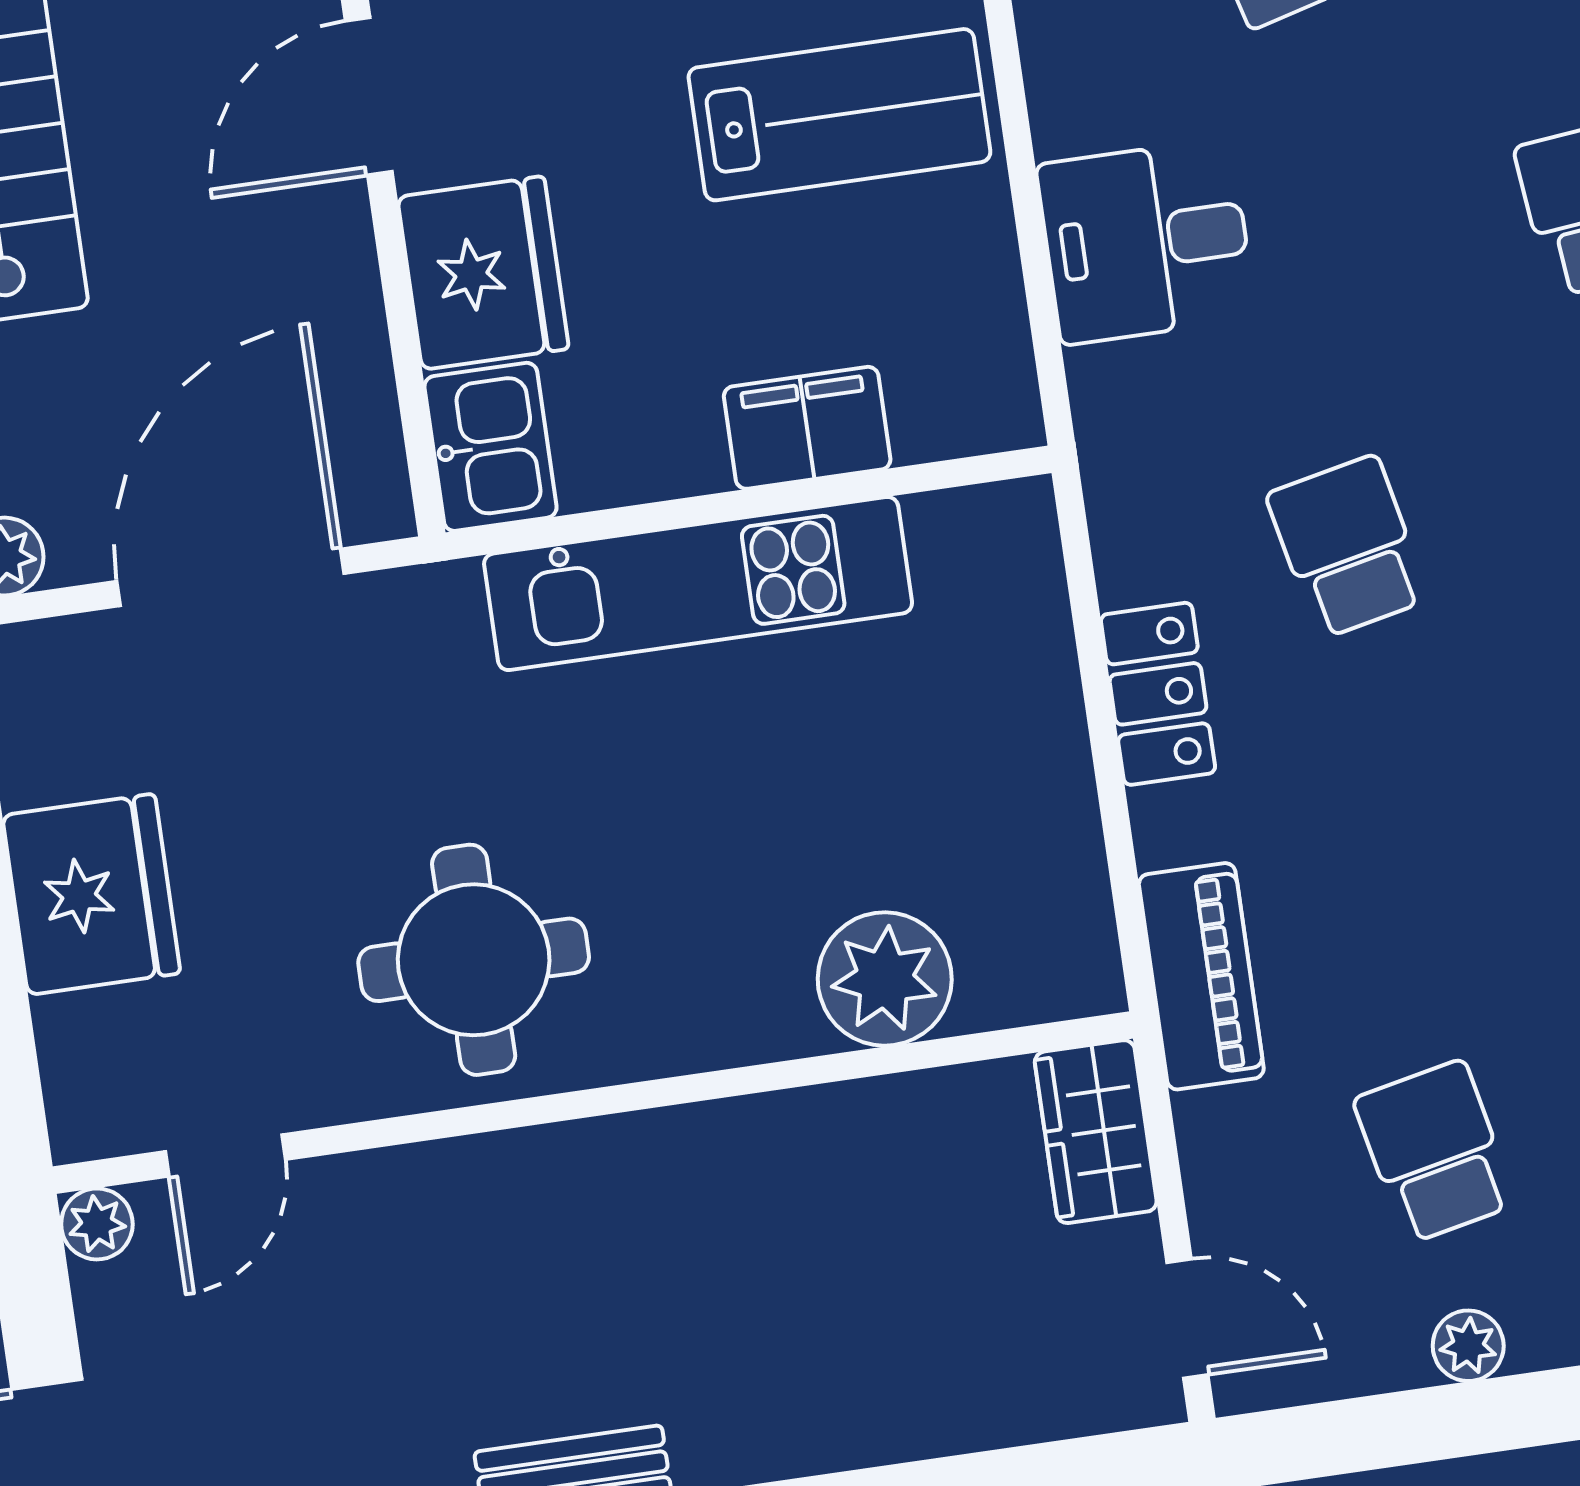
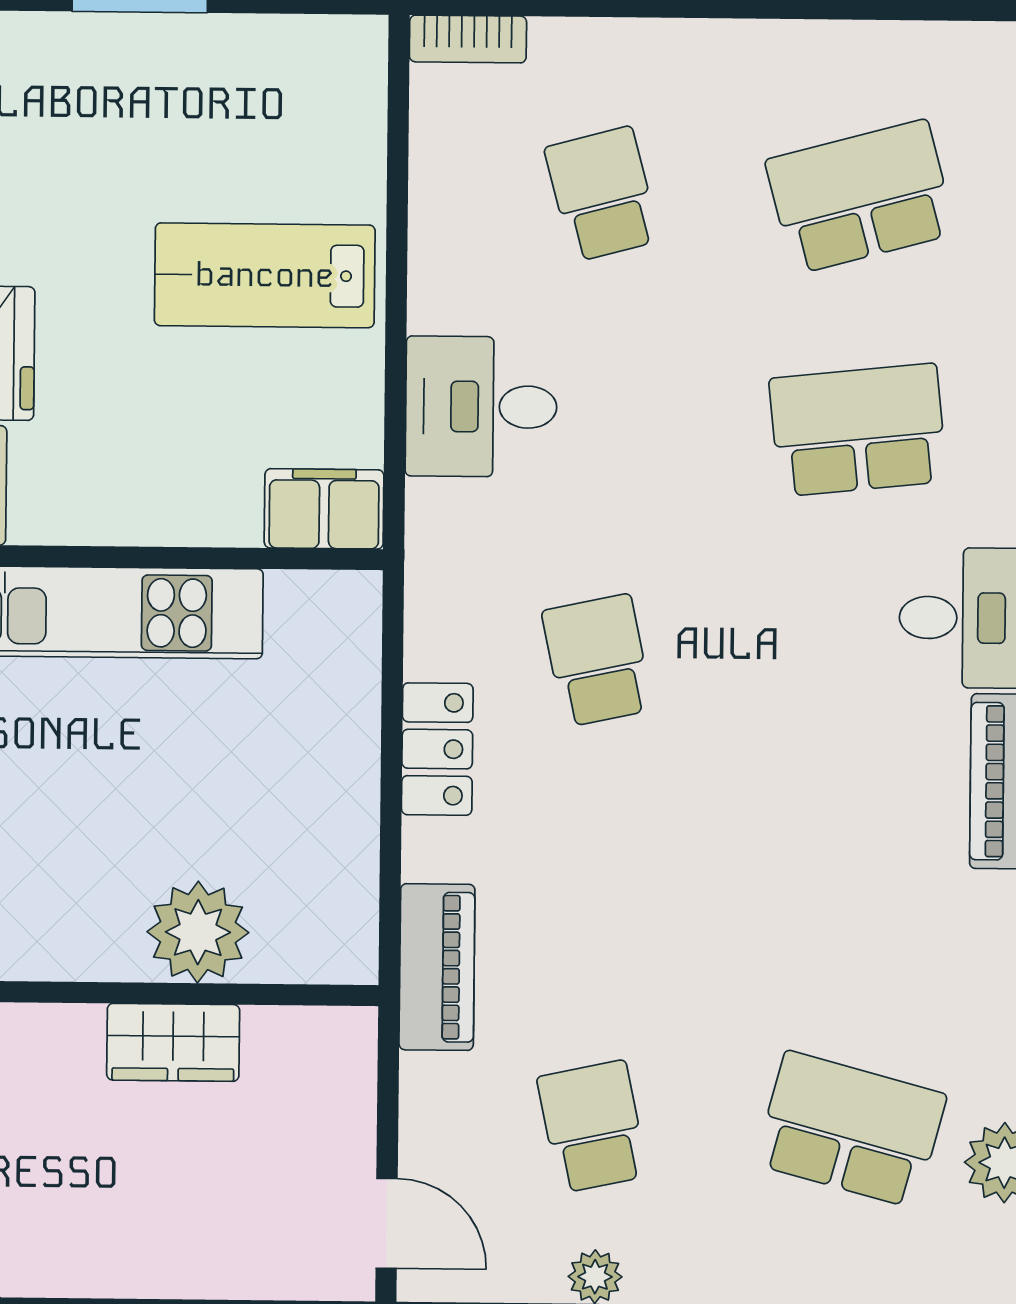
lab bench: (839, 115) -> (265, 275), turned 180
filing cabinet: (807, 428) -> (324, 509), moved
wardrobe: (1096, 1132) -> (173, 1042), moved, turned -90

